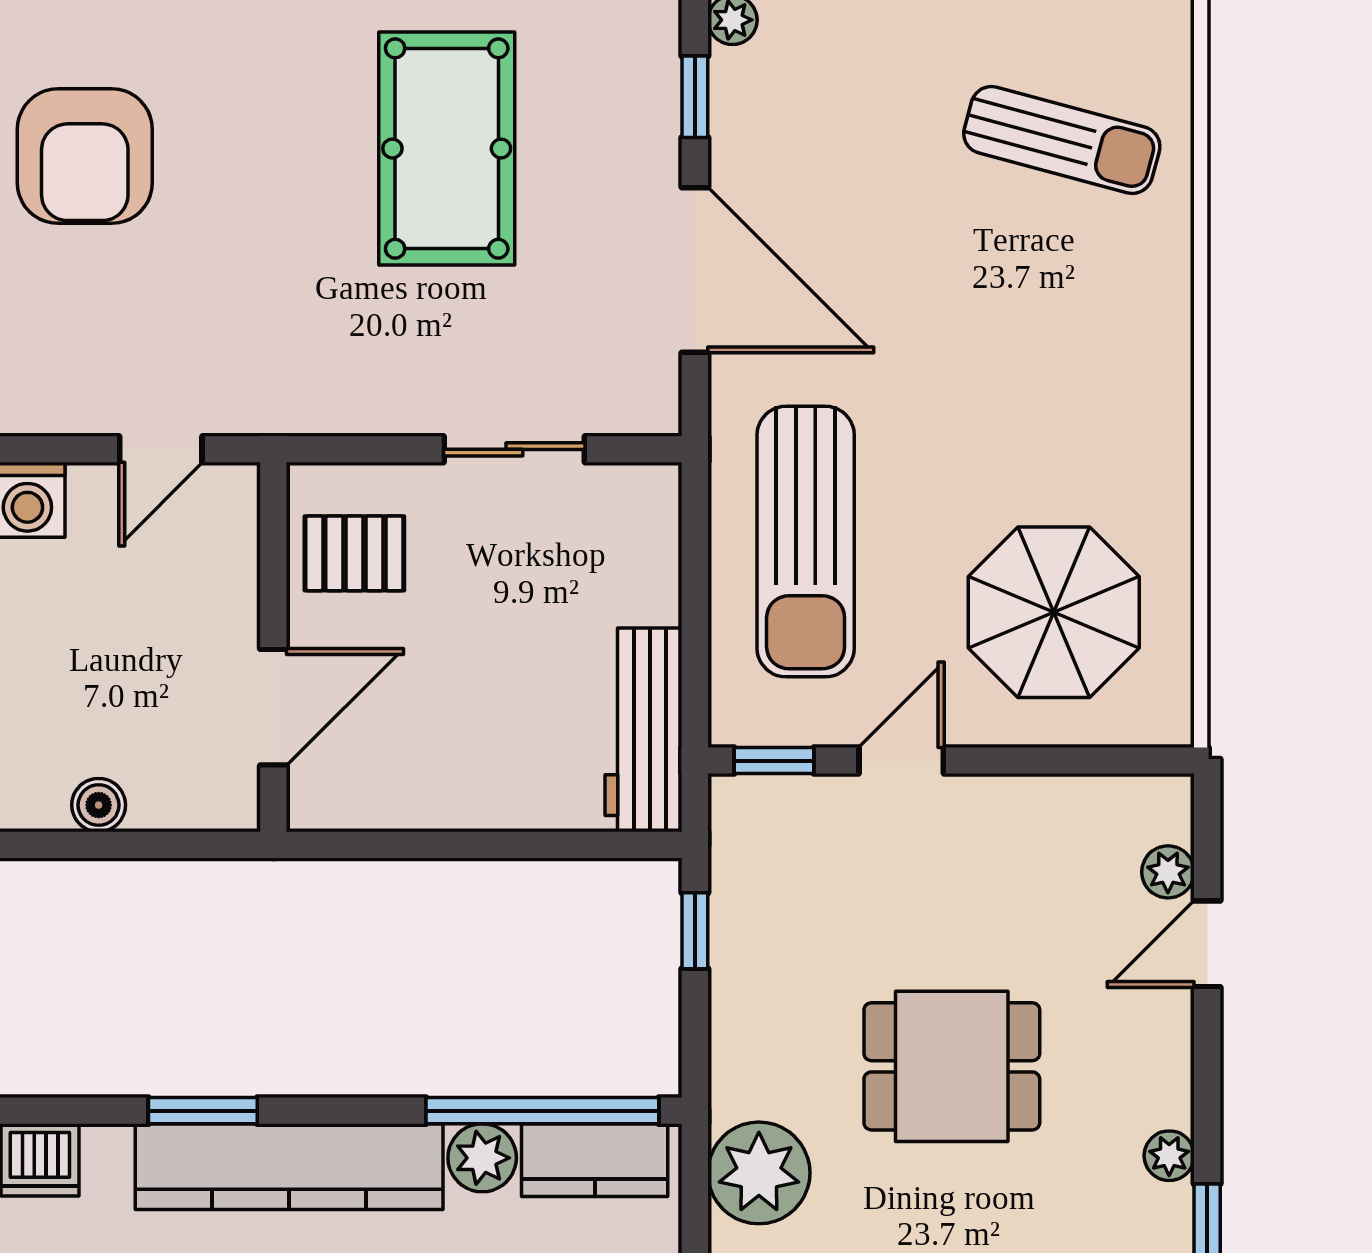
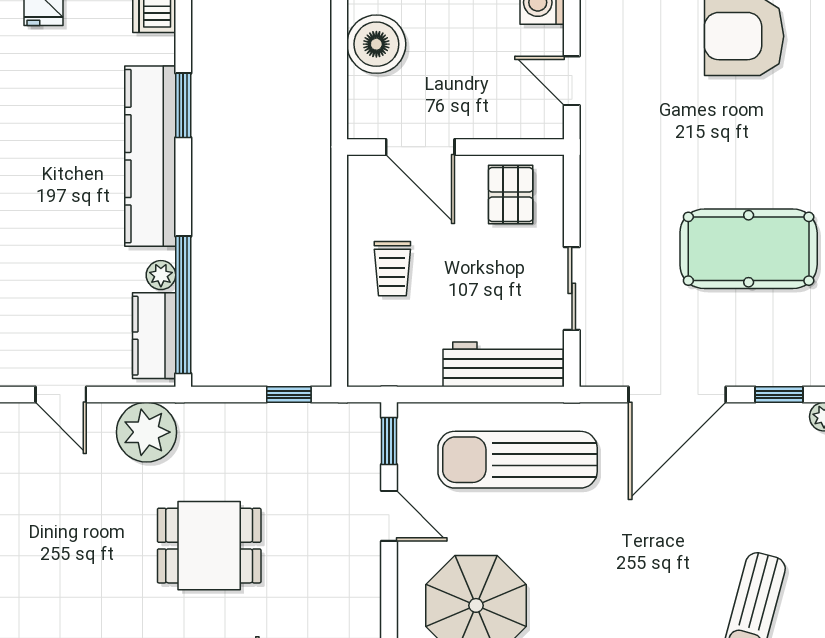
workbench: (644, 730) -> (503, 364), moved
trolley: (481, 755) -> (392, 269), added
boiler: (99, 805) -> (376, 44), width x1.86, depth x1.86
dining table: (952, 1066) -> (209, 546), turned 90
plant: (482, 1158) -> (161, 275), width x0.73, depth x0.73

